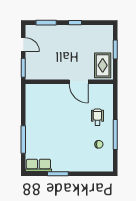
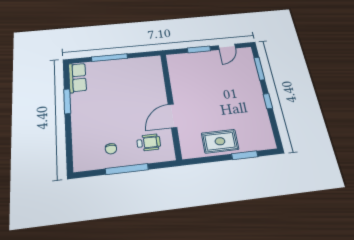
wall: (69, 82) -> (171, 105), moved
door: (79, 82) -> (172, 116), moved

